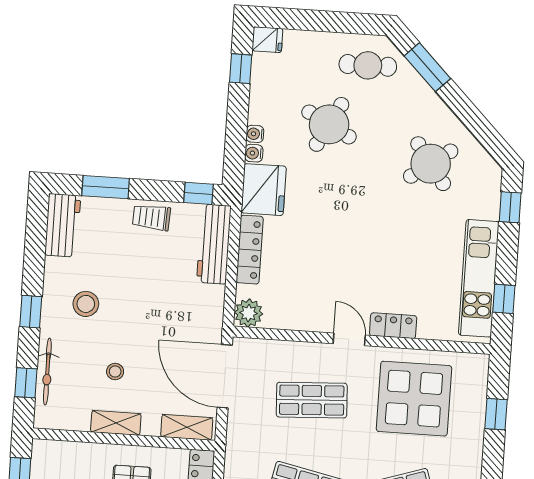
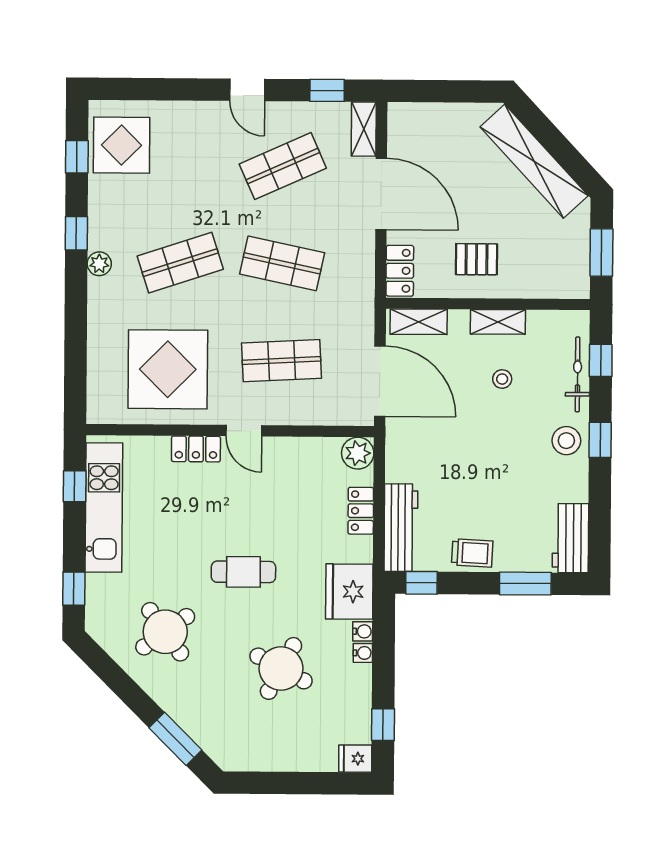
cafe table: (368, 65) -> (243, 572), moved
locker: (250, 250) -> (361, 511), width x0.66
stool: (86, 304) -> (566, 441), moved
window: (496, 414) -> (75, 358), removed

